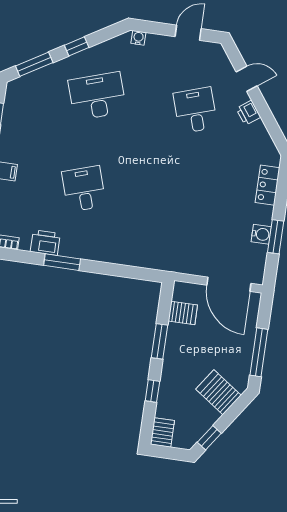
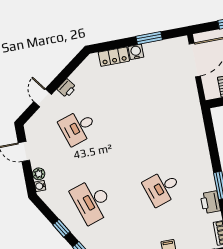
plant: (154, 41) -> (39, 174), added
water cooler: (261, 234) -> (136, 52), moved

